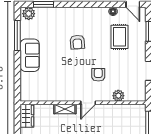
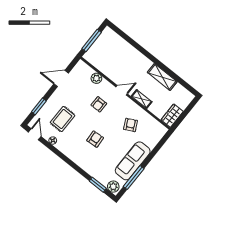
sofa: (30, 55) -> (133, 161), width x1.36
armchair: (56, 79) -> (131, 125), added

